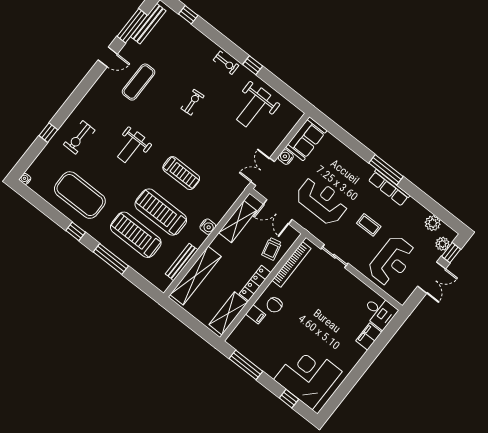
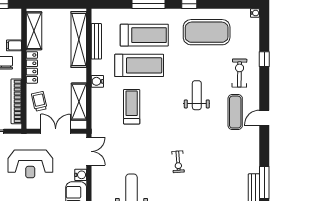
door: (108, 57) -> (264, 118), moved
exercise mat: (139, 82) -> (235, 112), moved
treadmill: (181, 173) -> (132, 107), moved, turned 90

